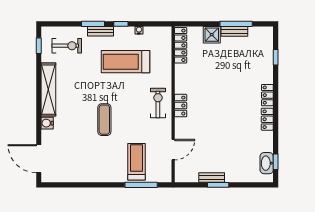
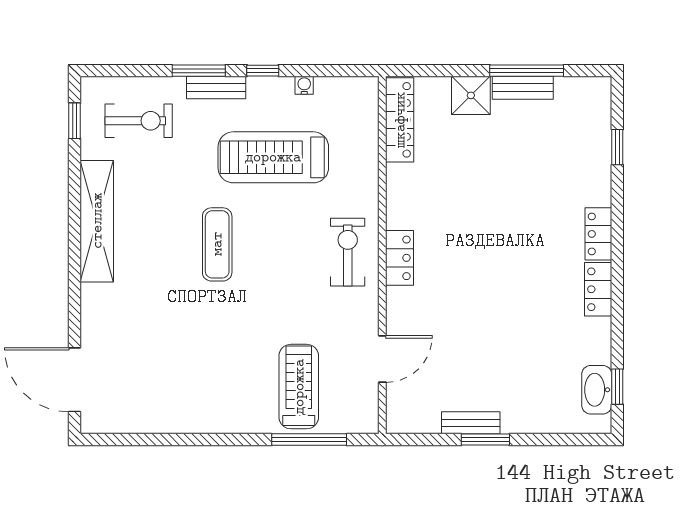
exercise mat: (104, 120) -> (217, 244), moved
water cooler: (47, 123) -> (94, 298), removed

